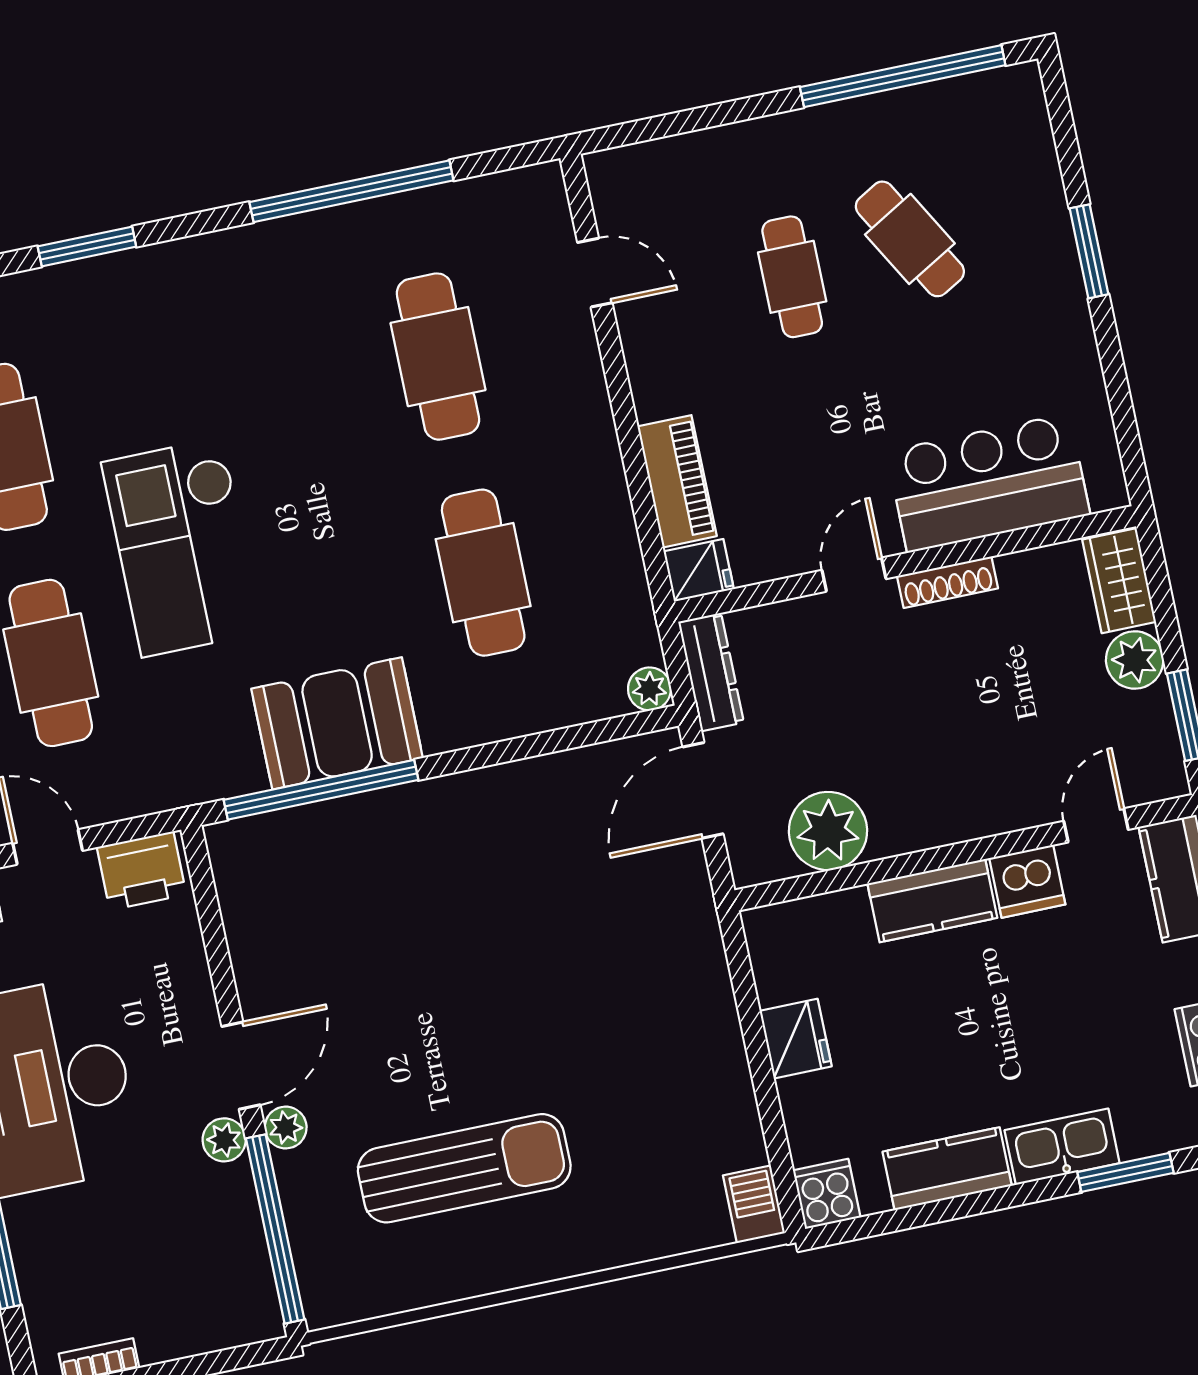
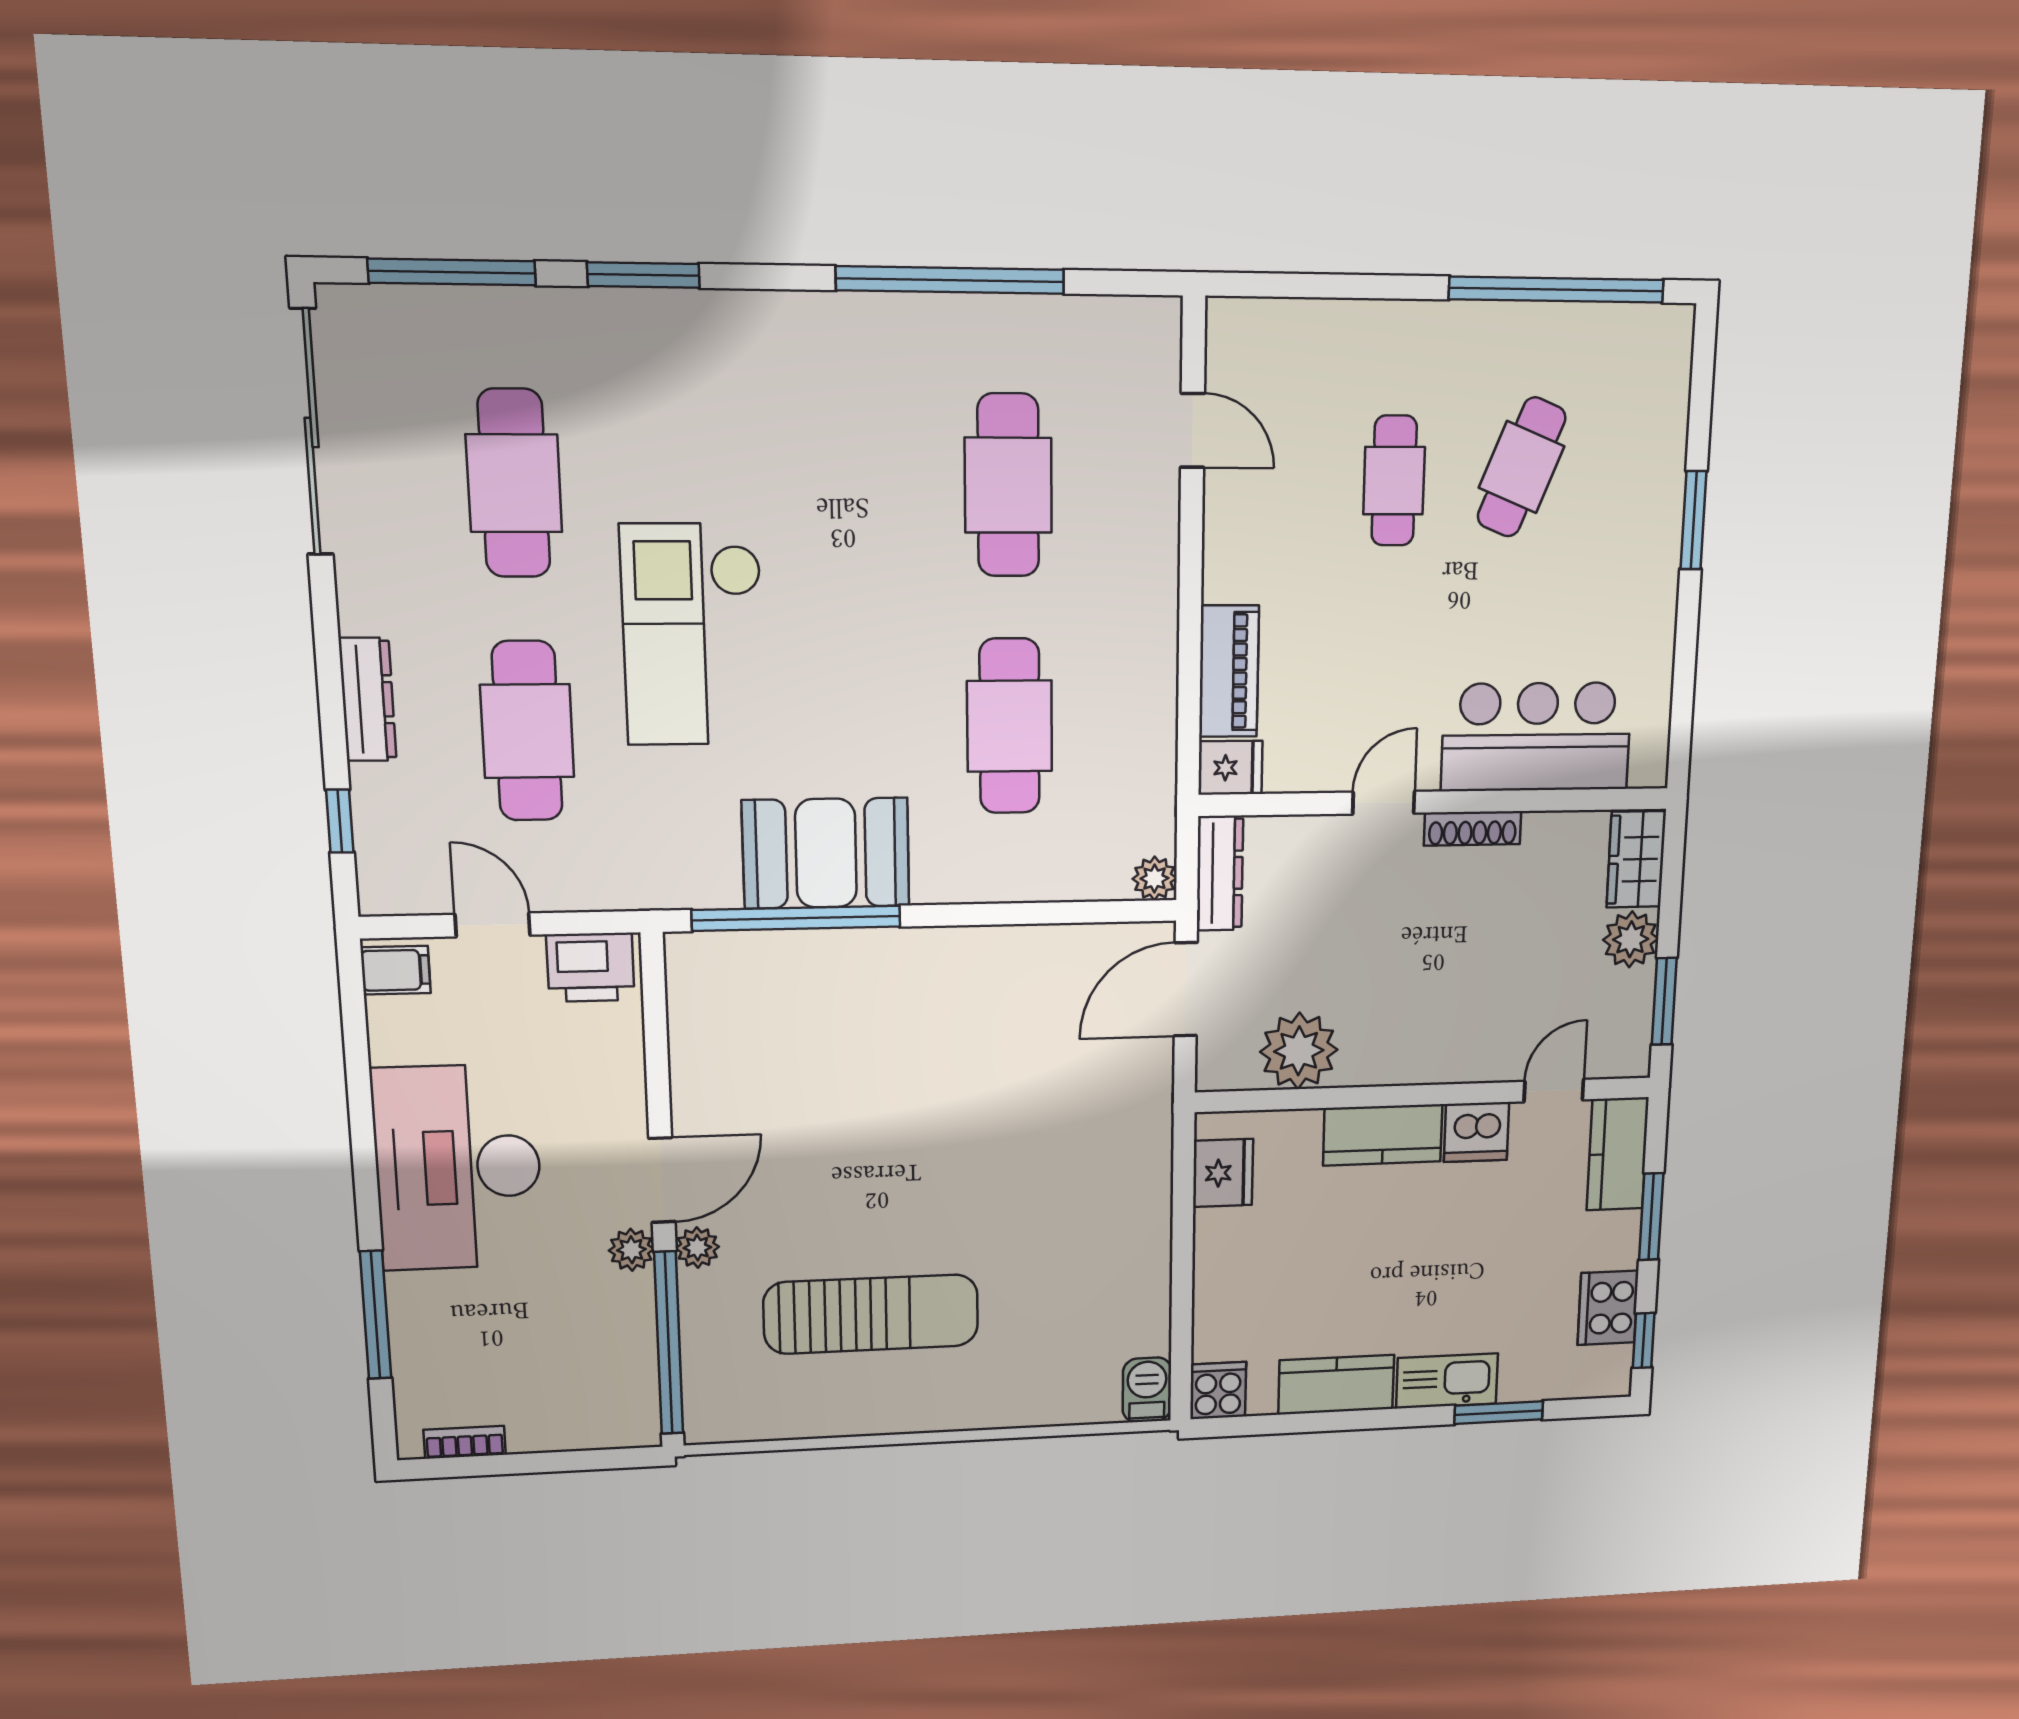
cafe table: (910, 239) -> (1522, 467), turned 52
fridge: (796, 1039) -> (1223, 1173), moved

